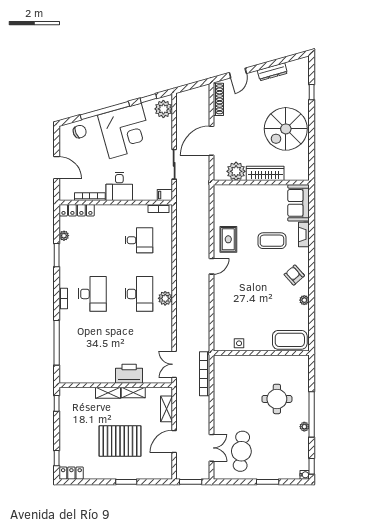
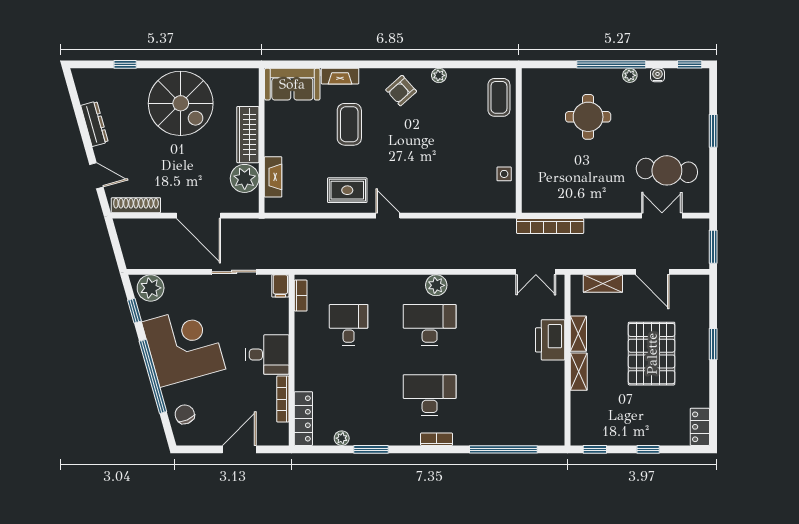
fireplace: (237, 190) -> (273, 177), added
coffee table: (290, 340) -> (499, 97), width x0.73, depth x0.76
window: (57, 458) -> (648, 449), moved
water cooler: (305, 475) -> (658, 75), moved

